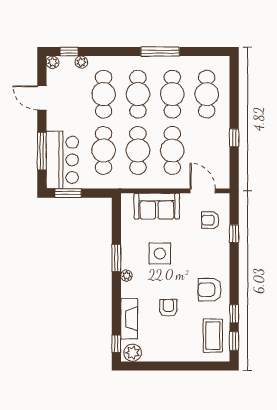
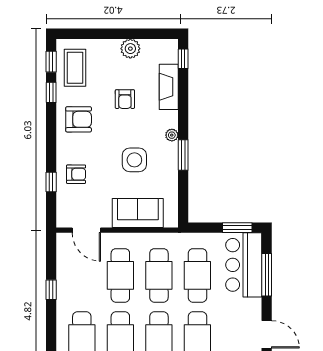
armchair: (210, 220) -> (76, 174), moved
plant: (133, 353) -> (130, 49), moved

